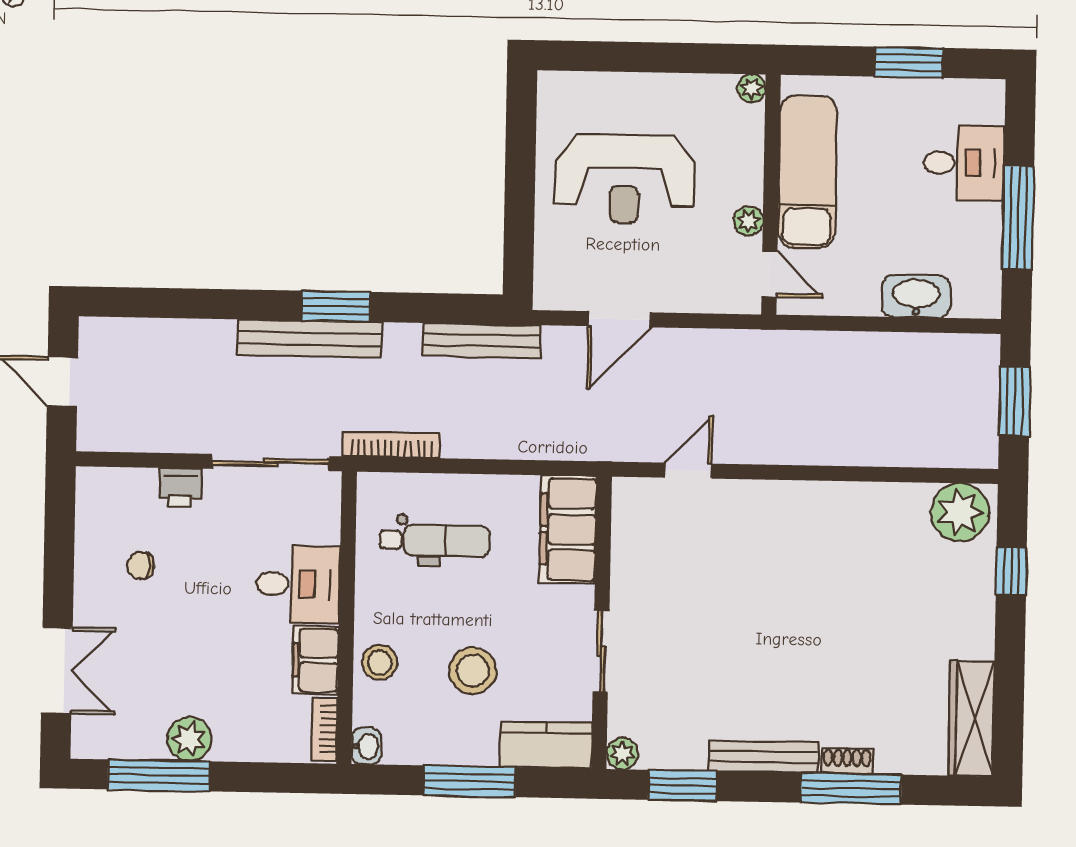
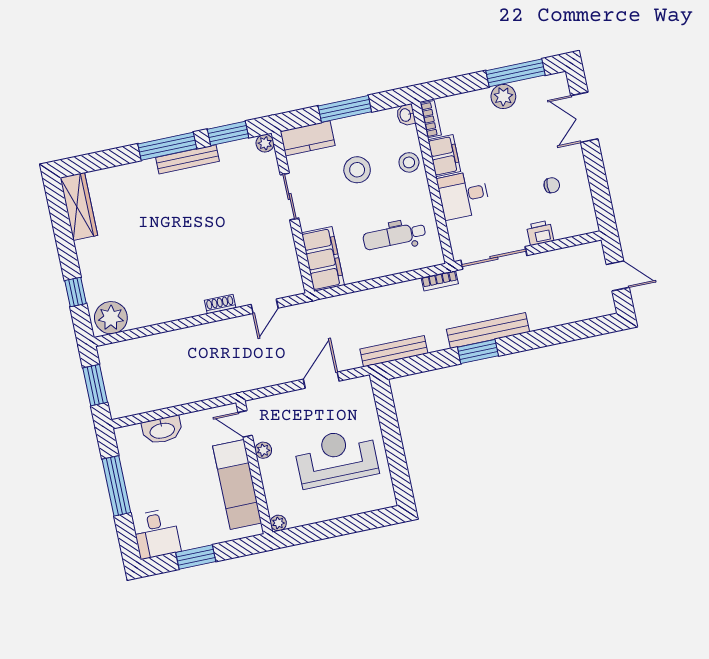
desk: (964, 163) -> (156, 534), moved, turned -90
bookcase: (391, 445) -> (440, 281), width x0.64
shoe rack: (847, 761) -> (220, 304), moved, turned 180
window: (851, 789) -> (167, 146), moved

